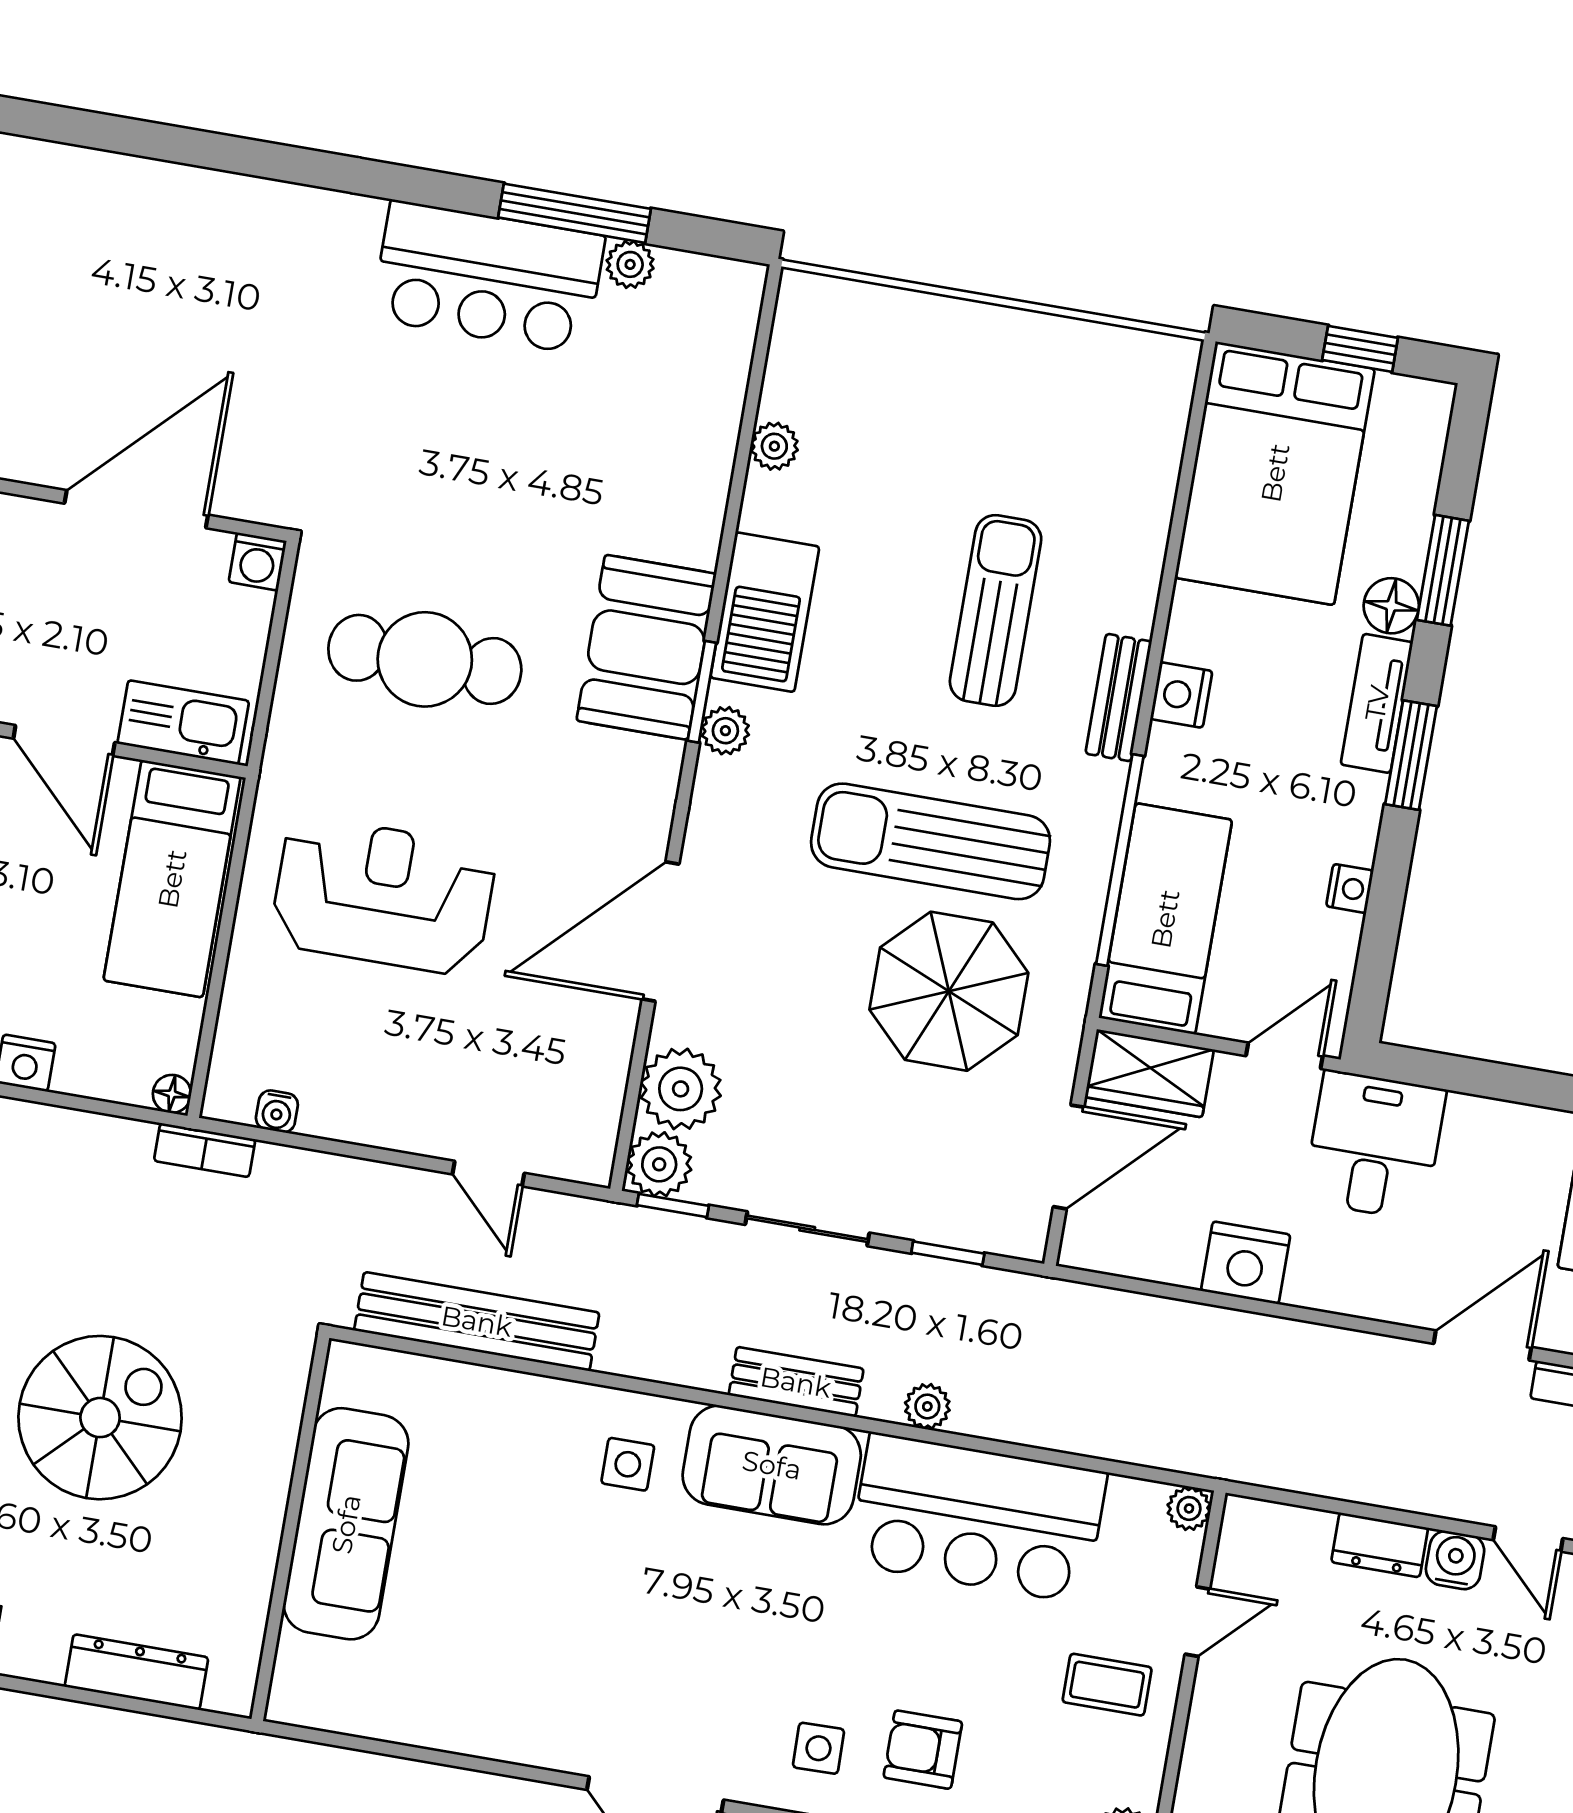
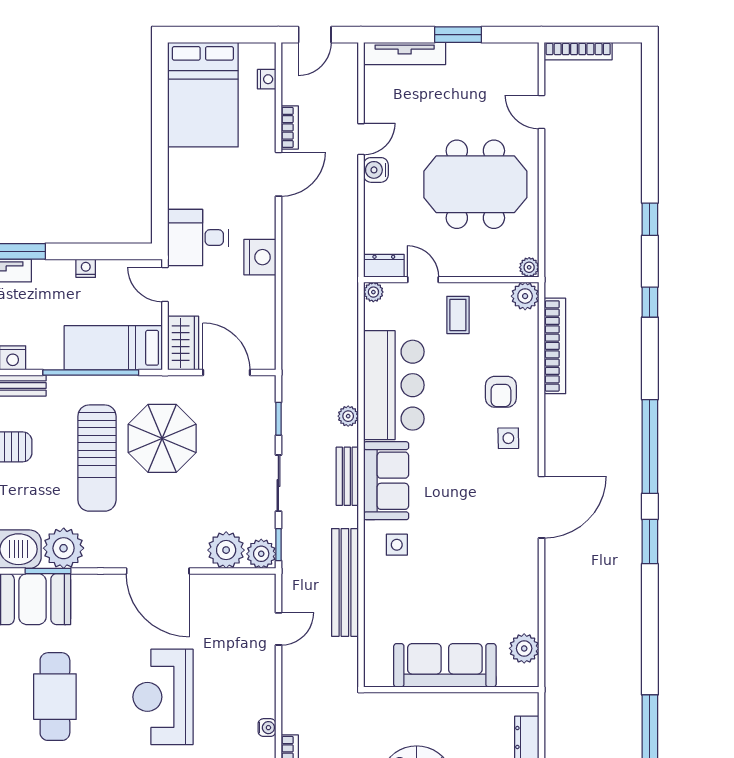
plant: (725, 731) -> (64, 548), width x1.87, depth x1.87
nightstand: (1246, 1263) -> (260, 257), moved
bench: (477, 1321) -> (345, 582), moved
door: (1482, 1345) -> (278, 174), swing flipped
dresser: (1380, 1545) -> (384, 266), moved, turned -90
plant: (353, 1703) -> (524, 648), added

